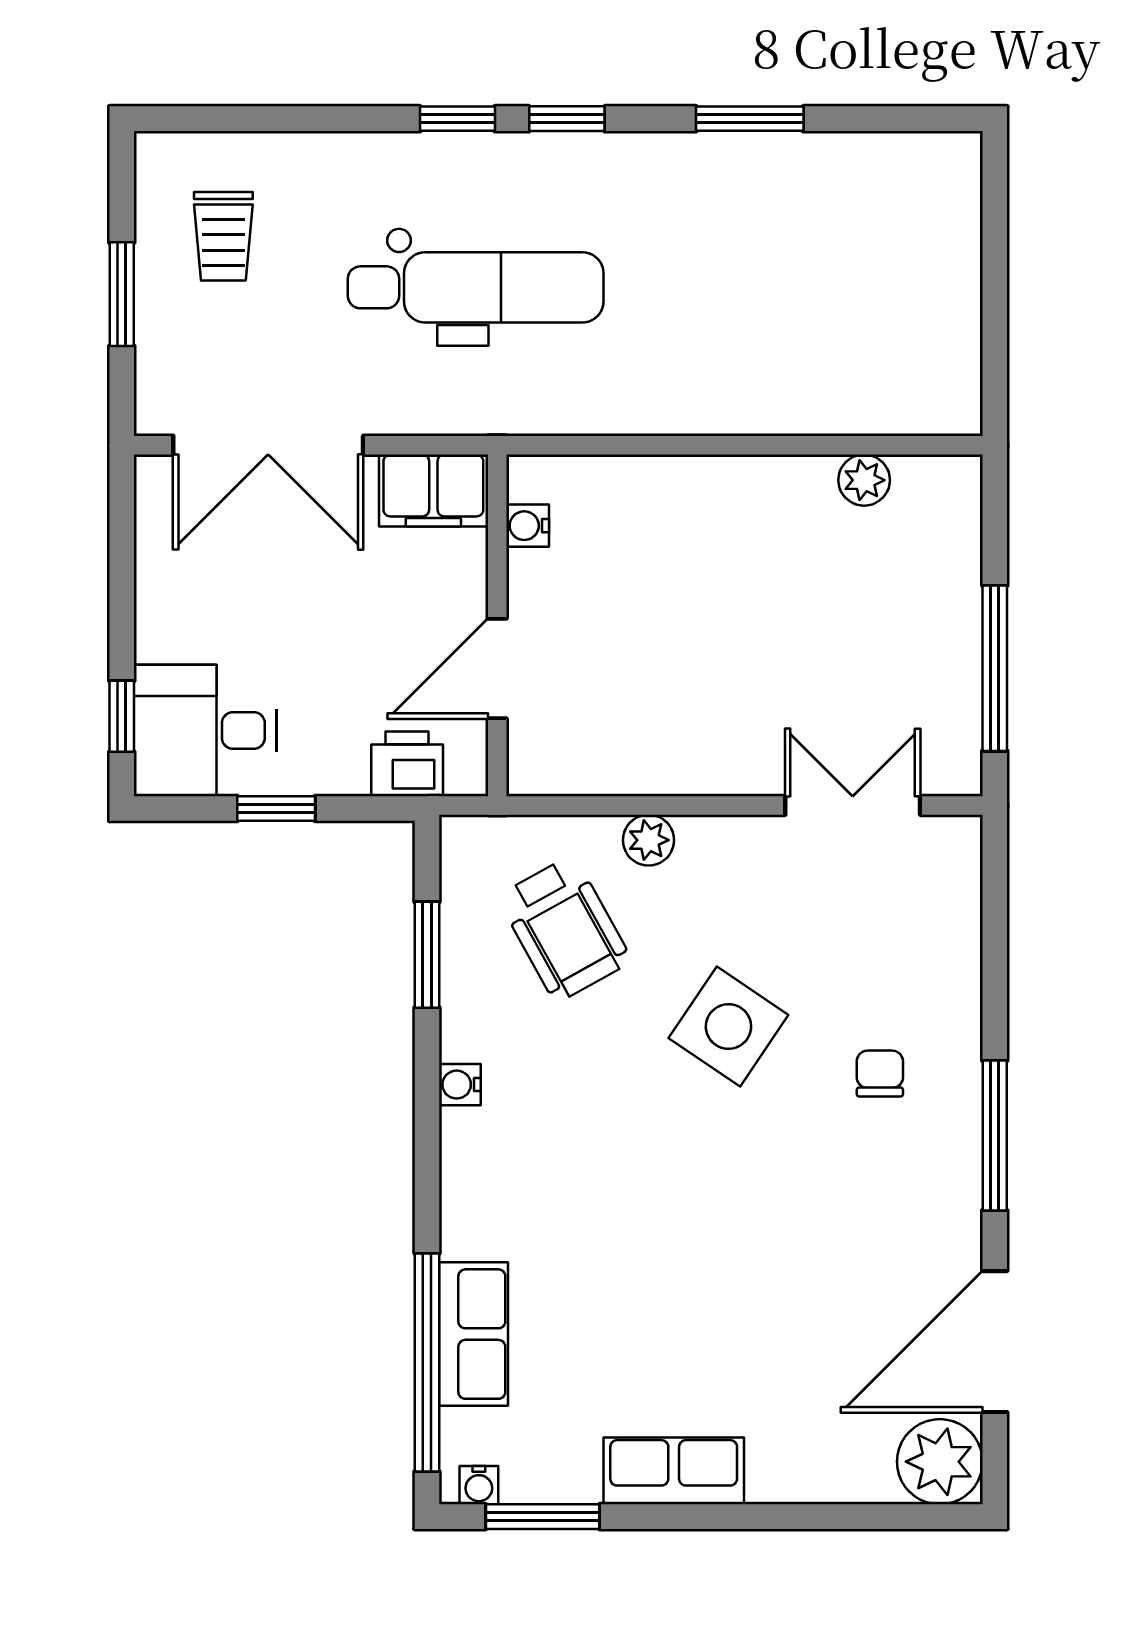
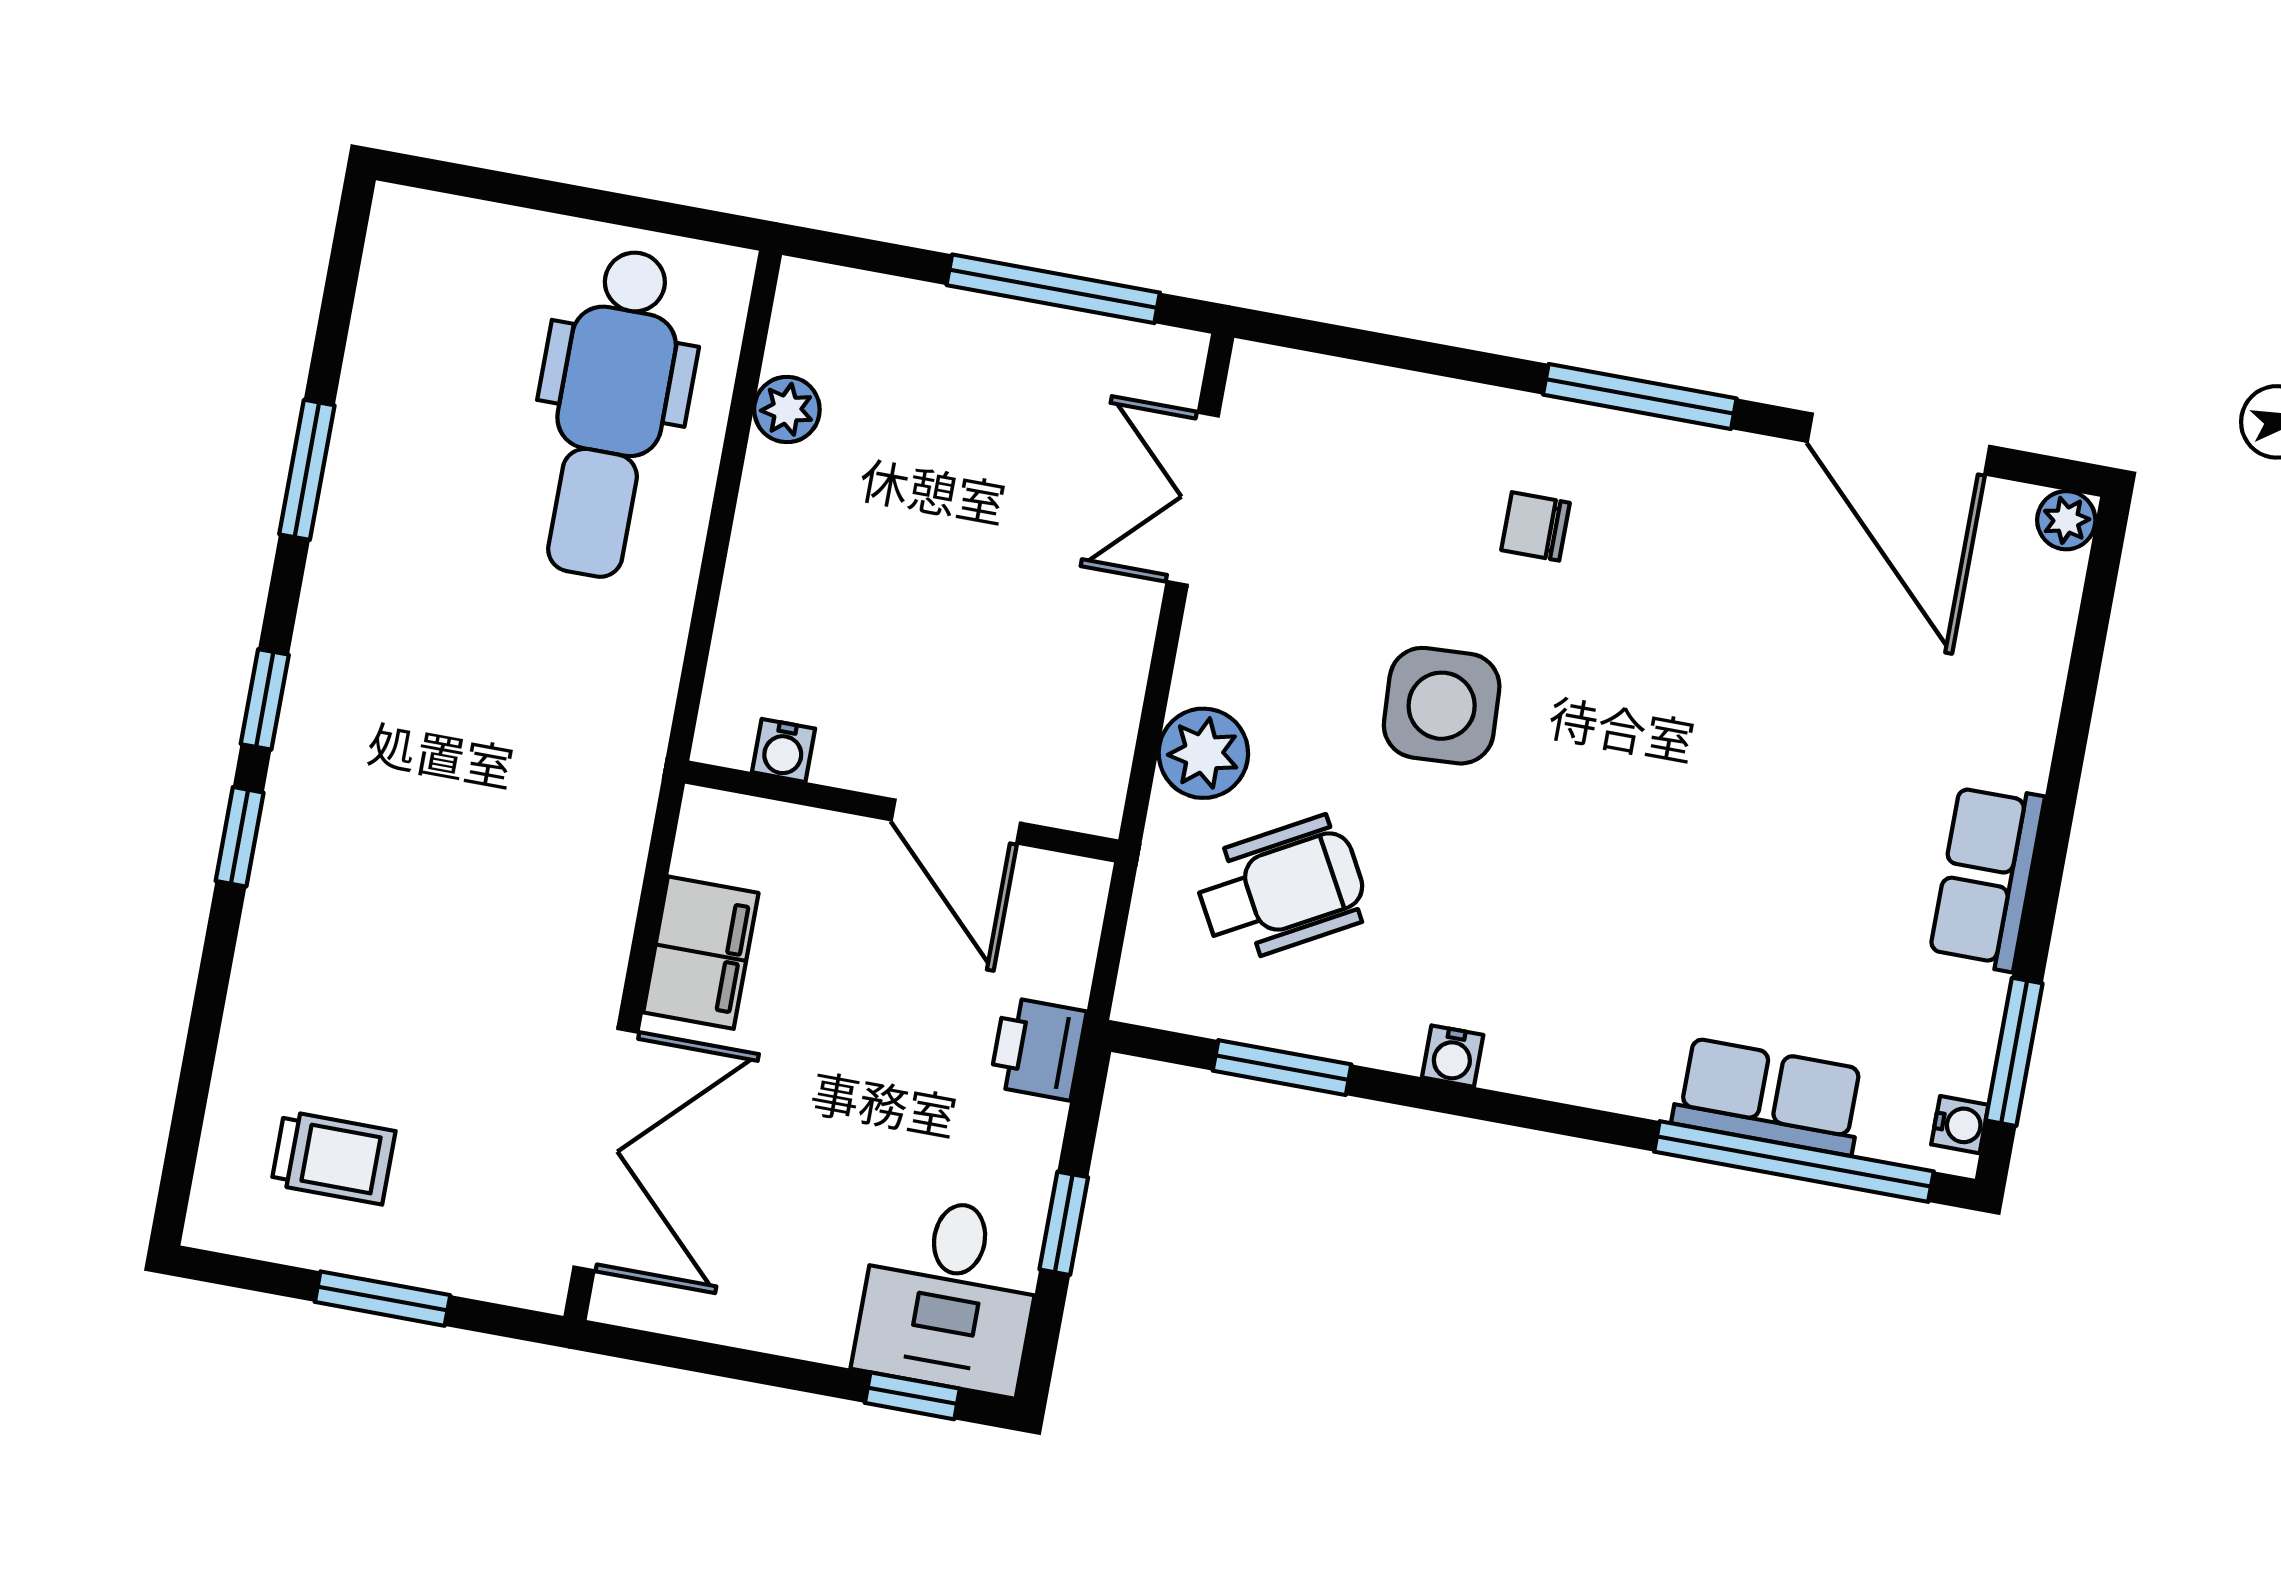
dental chair: (476, 287) -> (611, 413), moved, turned 180
water cooler: (528, 526) -> (784, 750), moved
wall: (497, 625) -> (902, 812), moved
door: (497, 669) -> (956, 822), moved
plant: (649, 840) -> (1203, 753), width x1.38, depth x1.38
side table: (728, 1026) -> (1442, 706), turned -37
plant: (940, 1462) -> (2066, 520), width x0.53, depth x0.53

